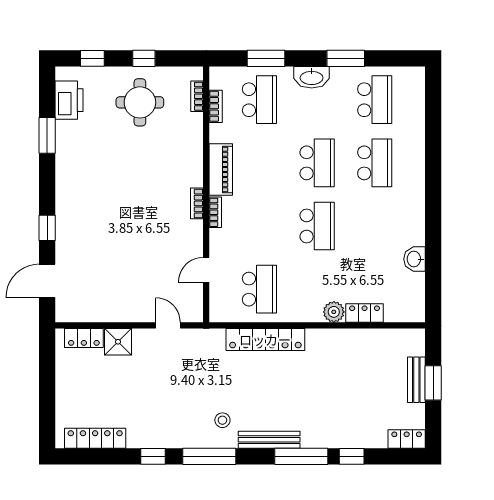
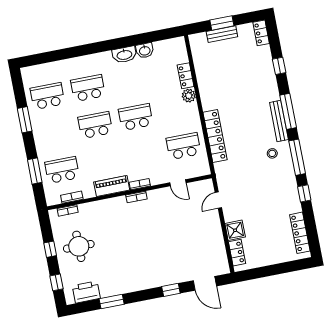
washbasin: (312, 77) -> (124, 55), moved, turned 90
window: (301, 456) -> (288, 111), moved

